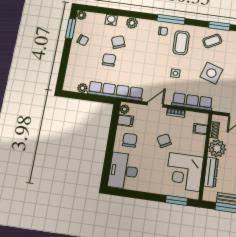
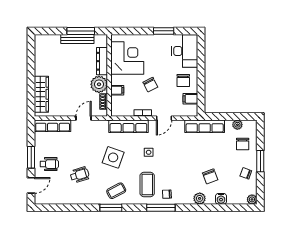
window: (71, 29) -> (260, 161), moved
chair: (109, 60) -> (243, 144), moved
row of seats: (116, 91) -> (205, 126), width x0.73
plant: (125, 109) -> (193, 110), removed
filing cabinet: (200, 129) -> (117, 90), moved
window: (176, 200) -> (164, 31), moved

